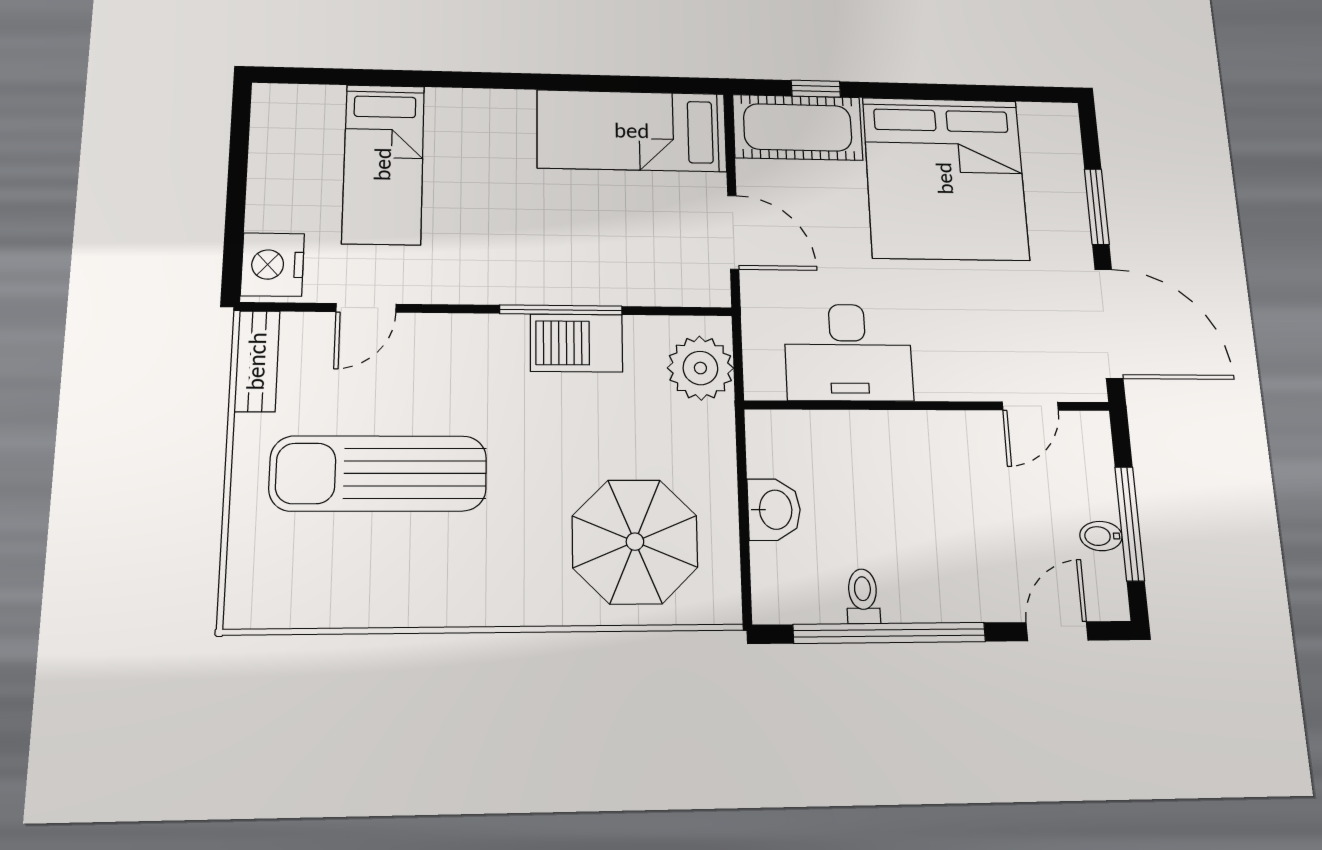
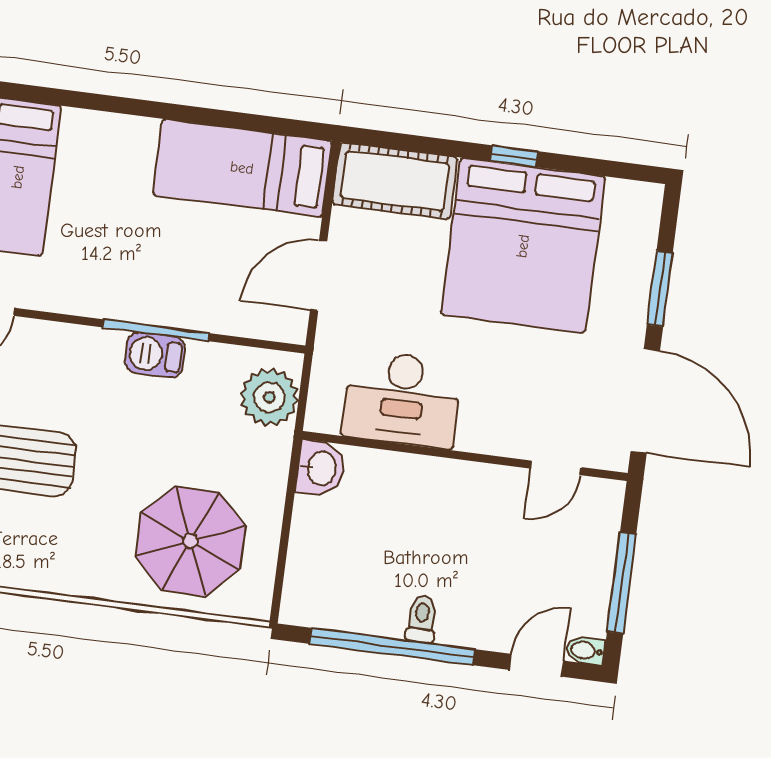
window: (816, 89) -> (514, 156), moved
door: (733, 232) -> (319, 276), swing flipped
barbecue: (576, 343) -> (155, 355), width x0.73, depth x0.79
washbasin: (774, 510) -> (320, 468), moved
bidet: (1101, 536) -> (586, 650), moved
toilet: (863, 596) -> (422, 619), moved

